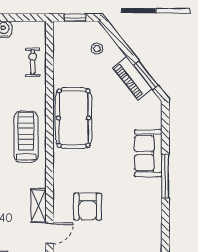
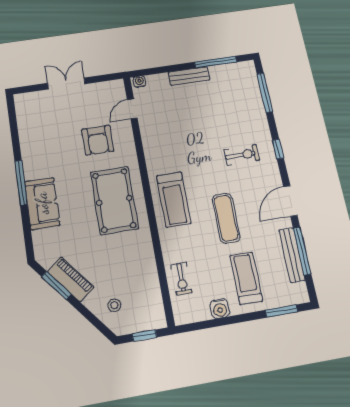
pool table: (74, 118) -> (114, 200), moved
shelving: (38, 205) -> (148, 134), removed
armchair: (88, 207) -> (98, 140), turned 180

